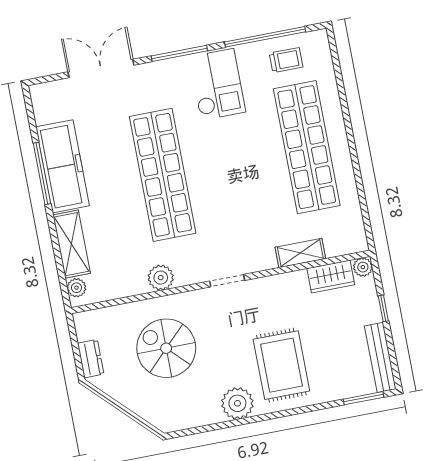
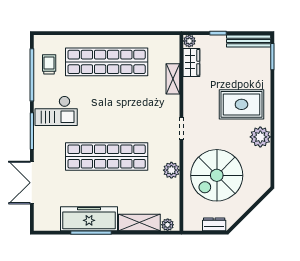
checkout: (217, 84) -> (56, 111), turned 180
spiral stairs: (166, 348) -> (217, 175), width x1.37, depth x1.37

